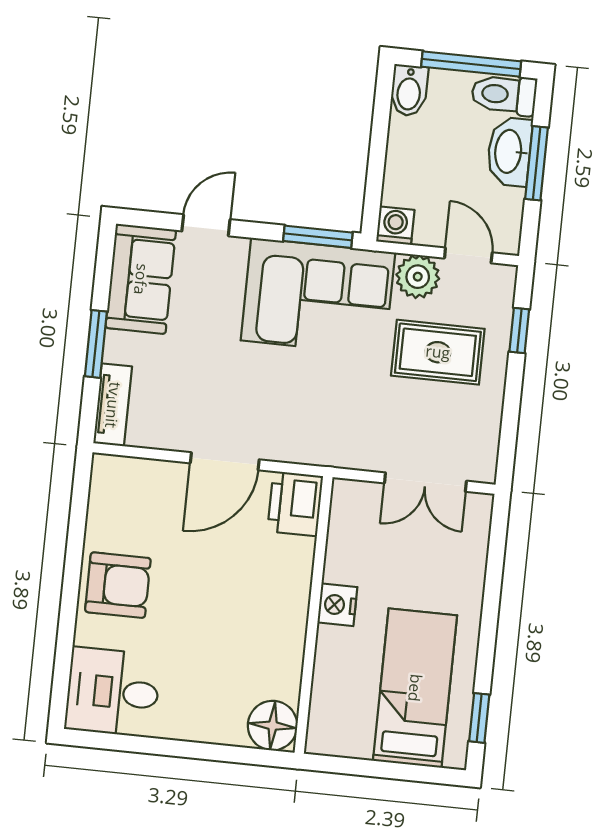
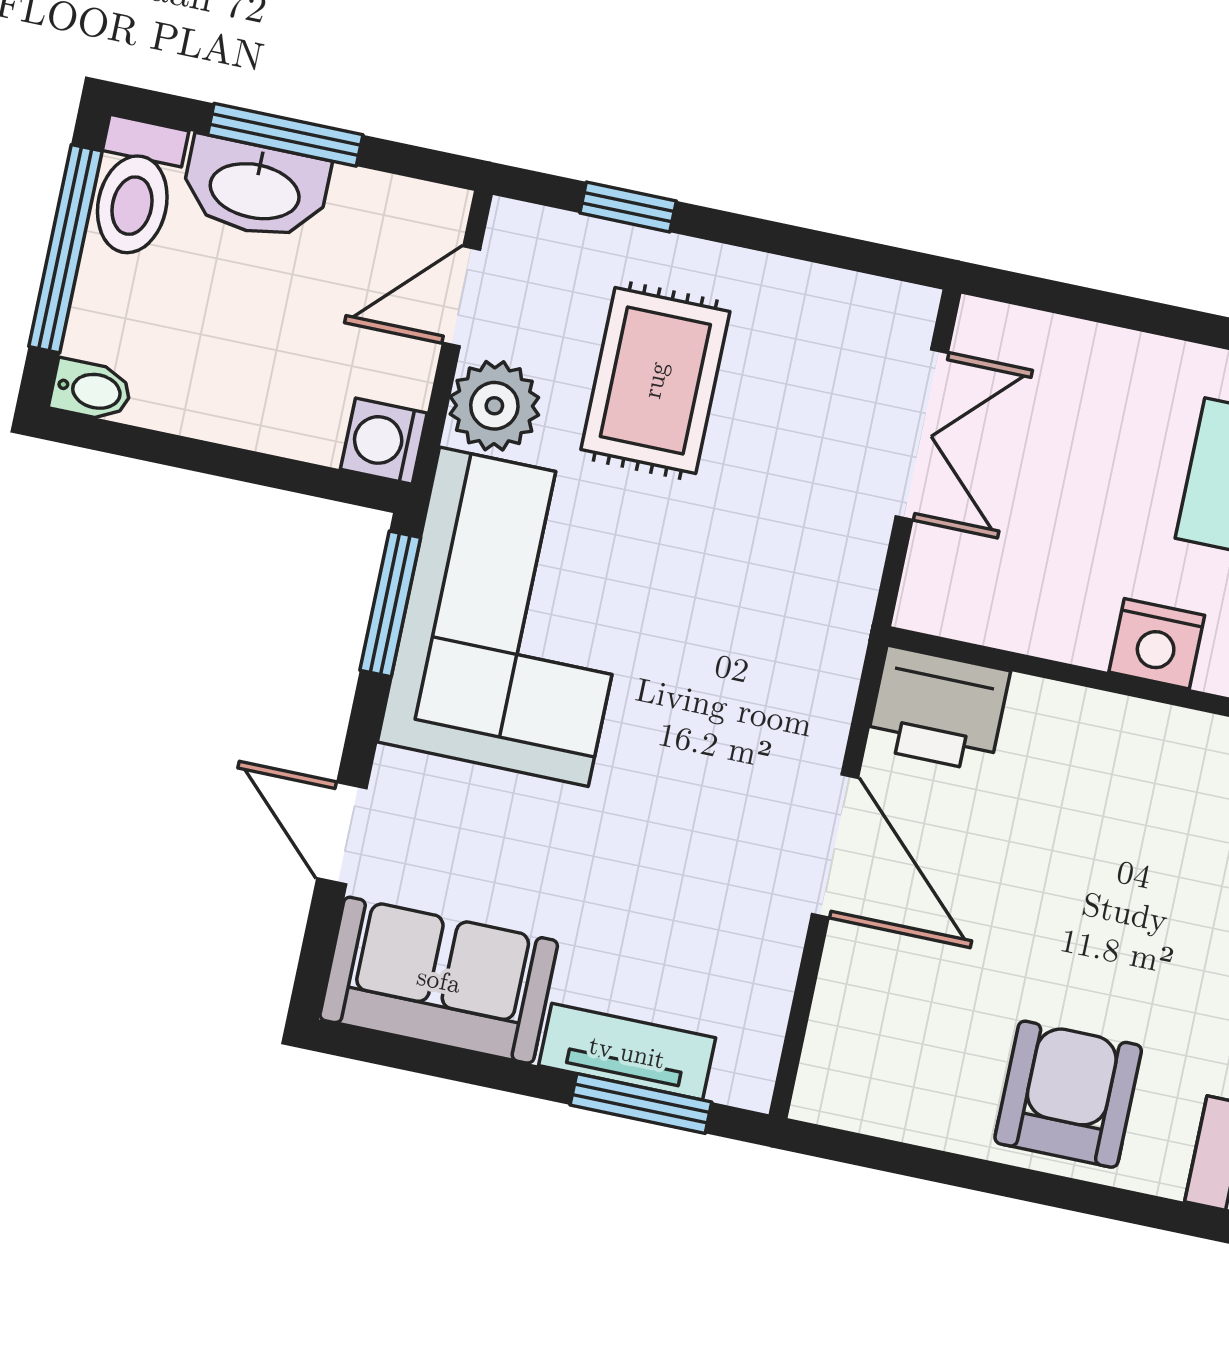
bidet: (409, 90) -> (91, 390), width x0.72, depth x0.74
window: (96, 344) -> (641, 1104), moved
tv unit: (113, 405) -> (627, 1052), moved

